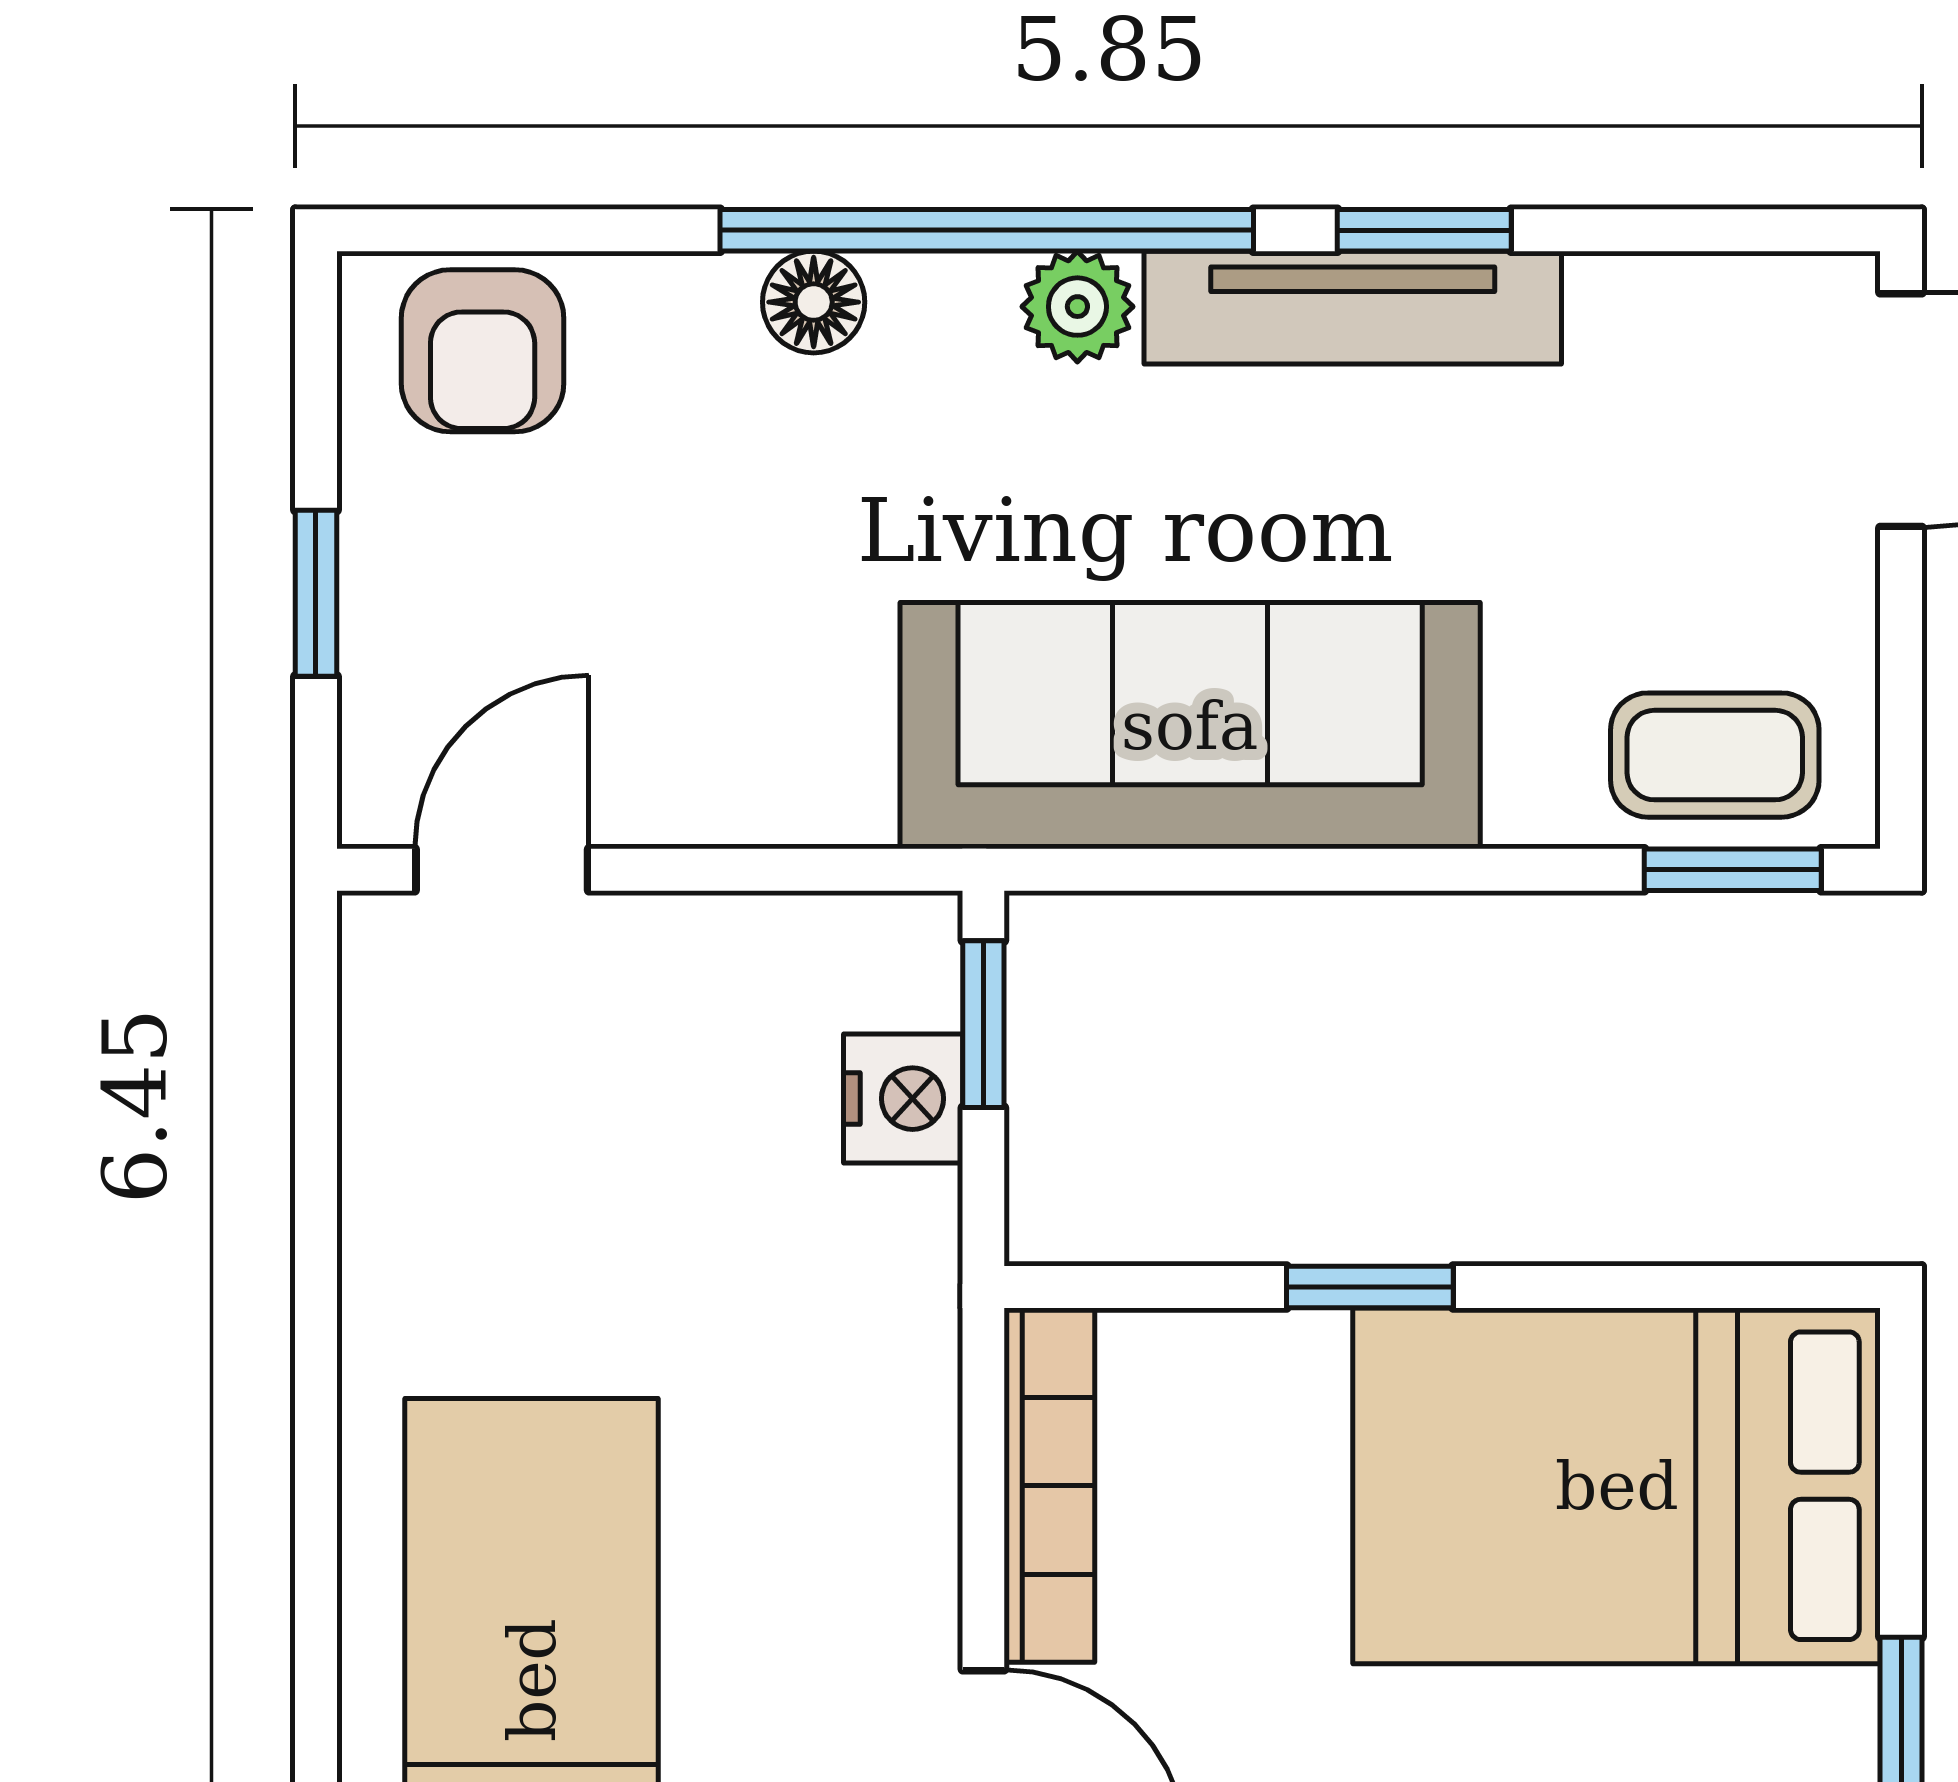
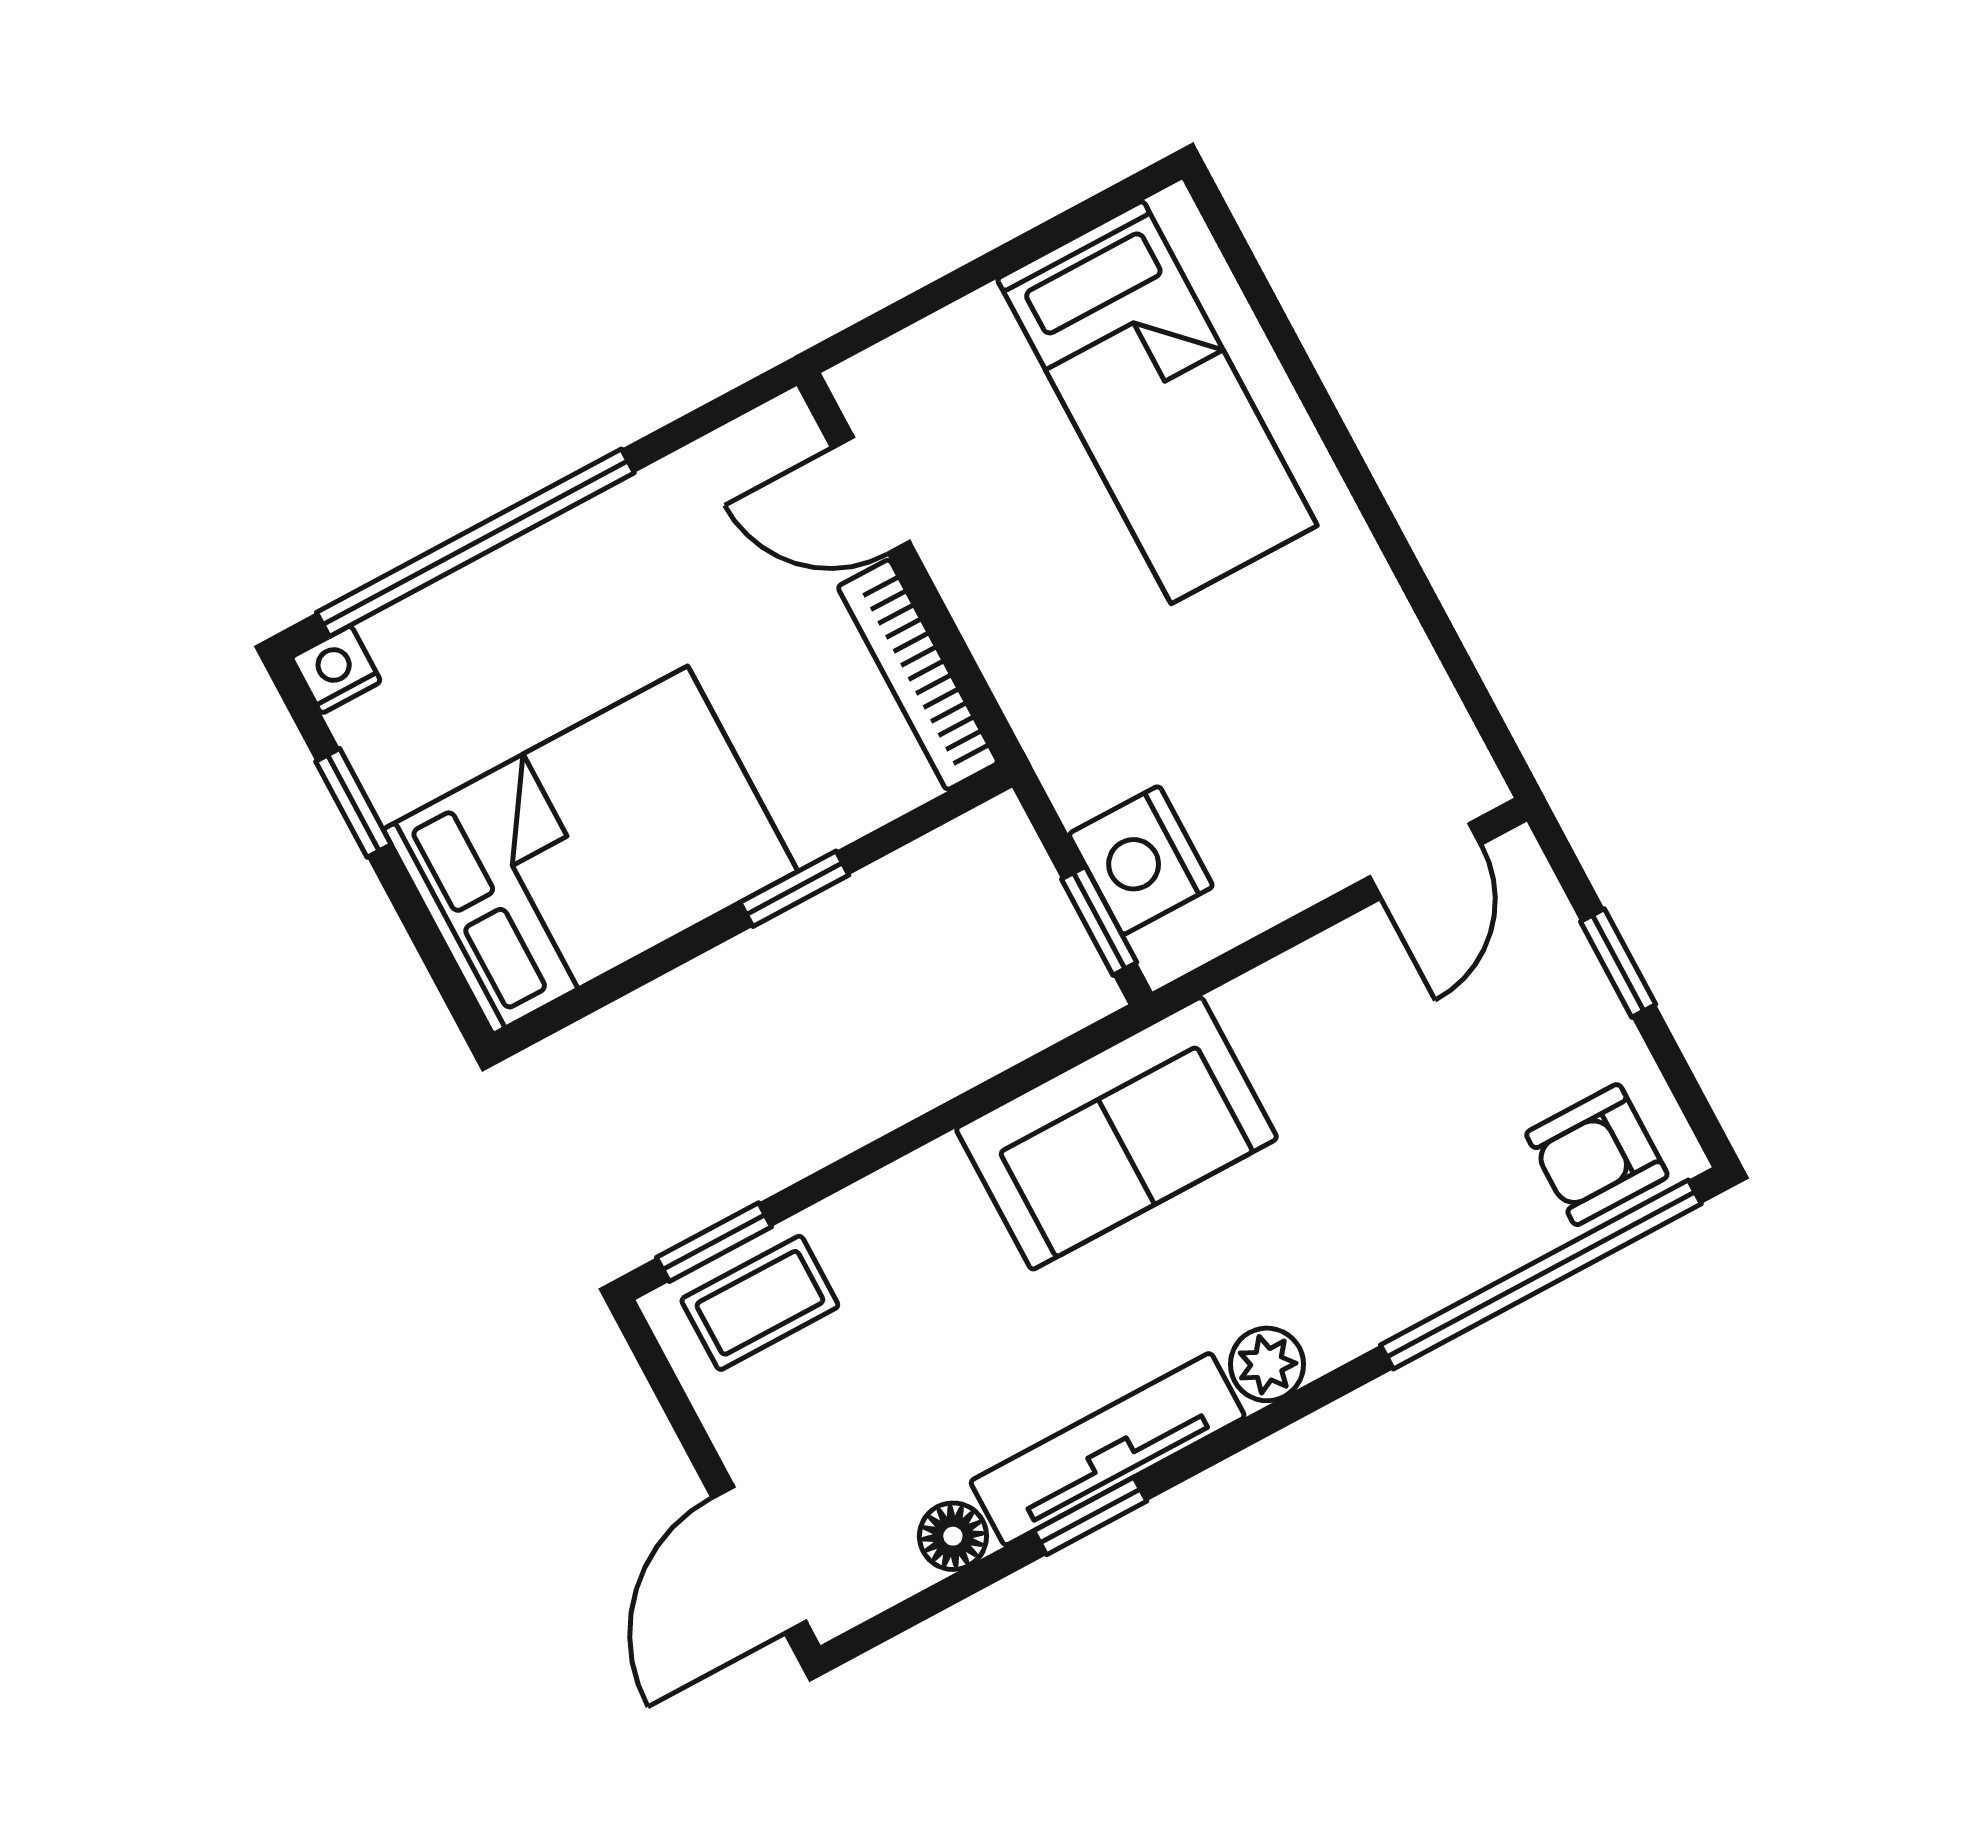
window: (987, 230) -> (1541, 1274), moved
floor lamp: (814, 302) -> (953, 1536), moved
armchair: (483, 351) -> (1597, 1155), turned -90
sofa: (1190, 726) -> (1116, 1133), width x0.73
nightstand: (903, 1099) -> (1141, 860), width x1.36, depth x1.33

